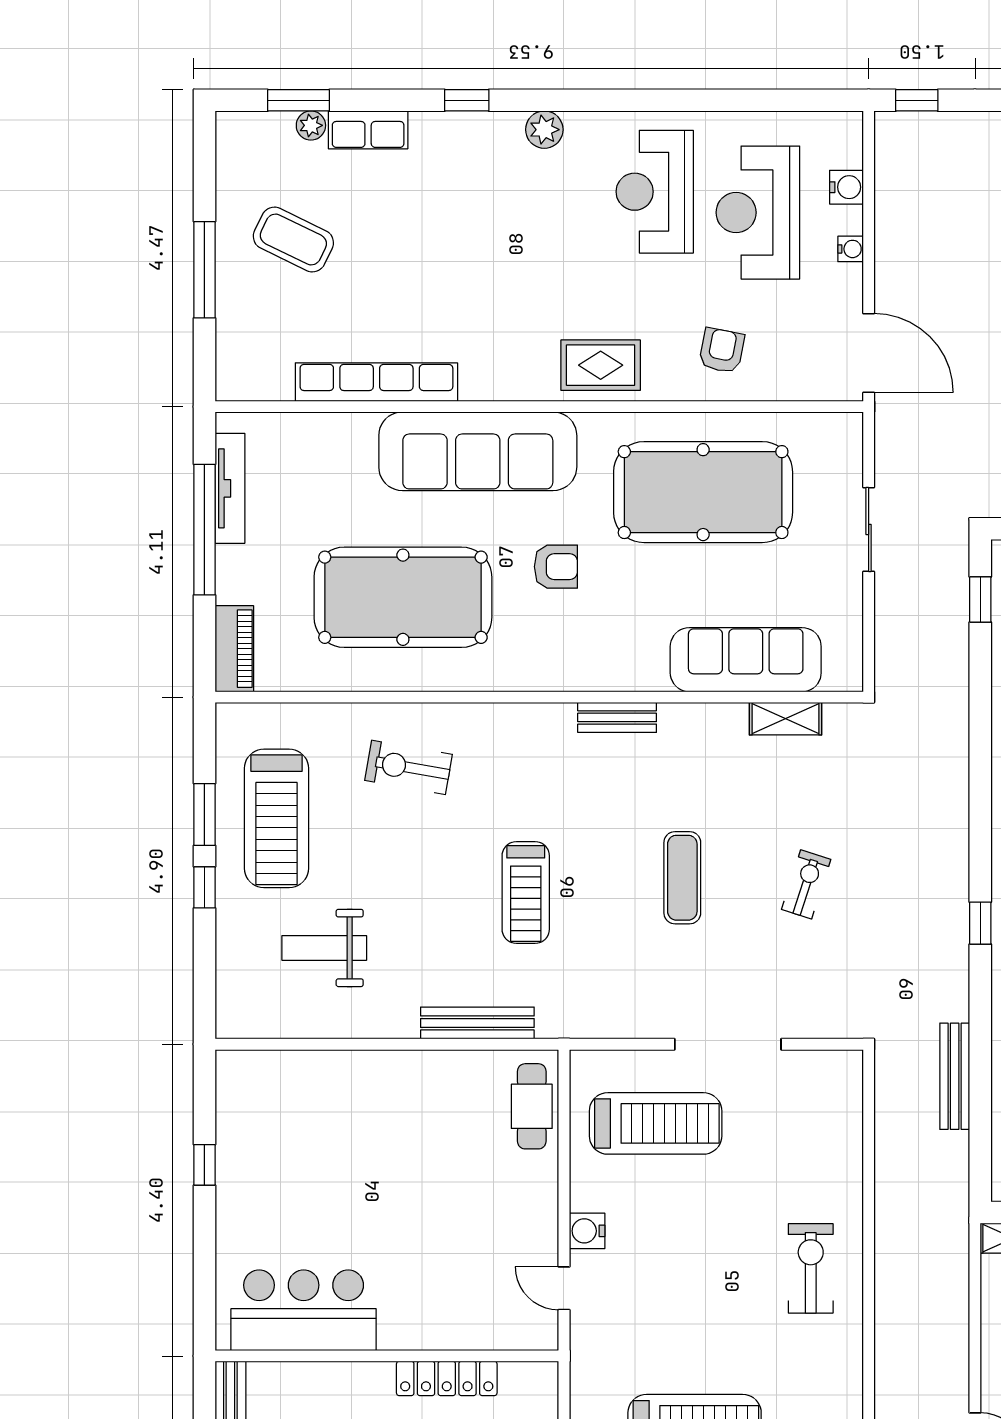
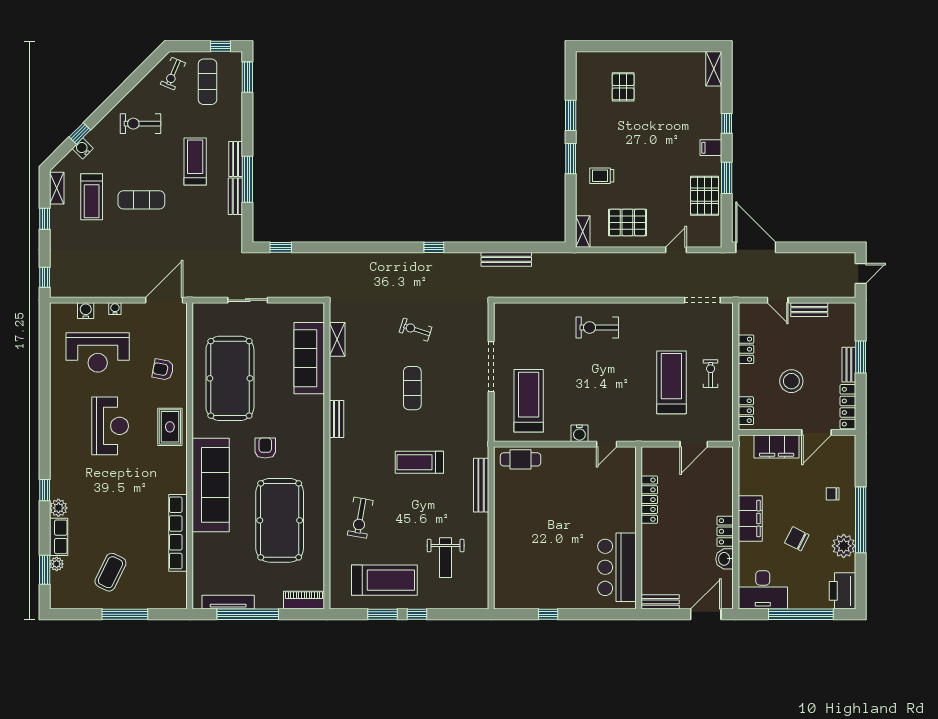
plant: (544, 130) -> (58, 508), moved
reception desk: (655, 192) -> (110, 426), moved, turned -90
exercise mat: (682, 878) -> (412, 388), turned 90
treadmill: (526, 893) -> (419, 462), turned 180

